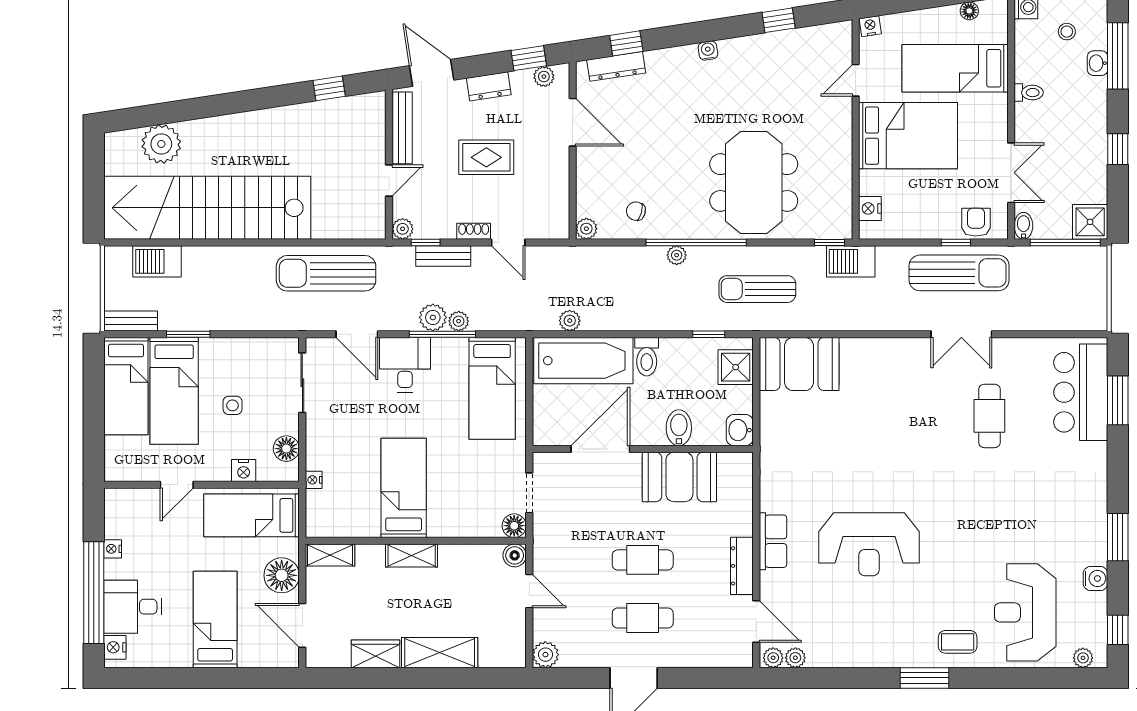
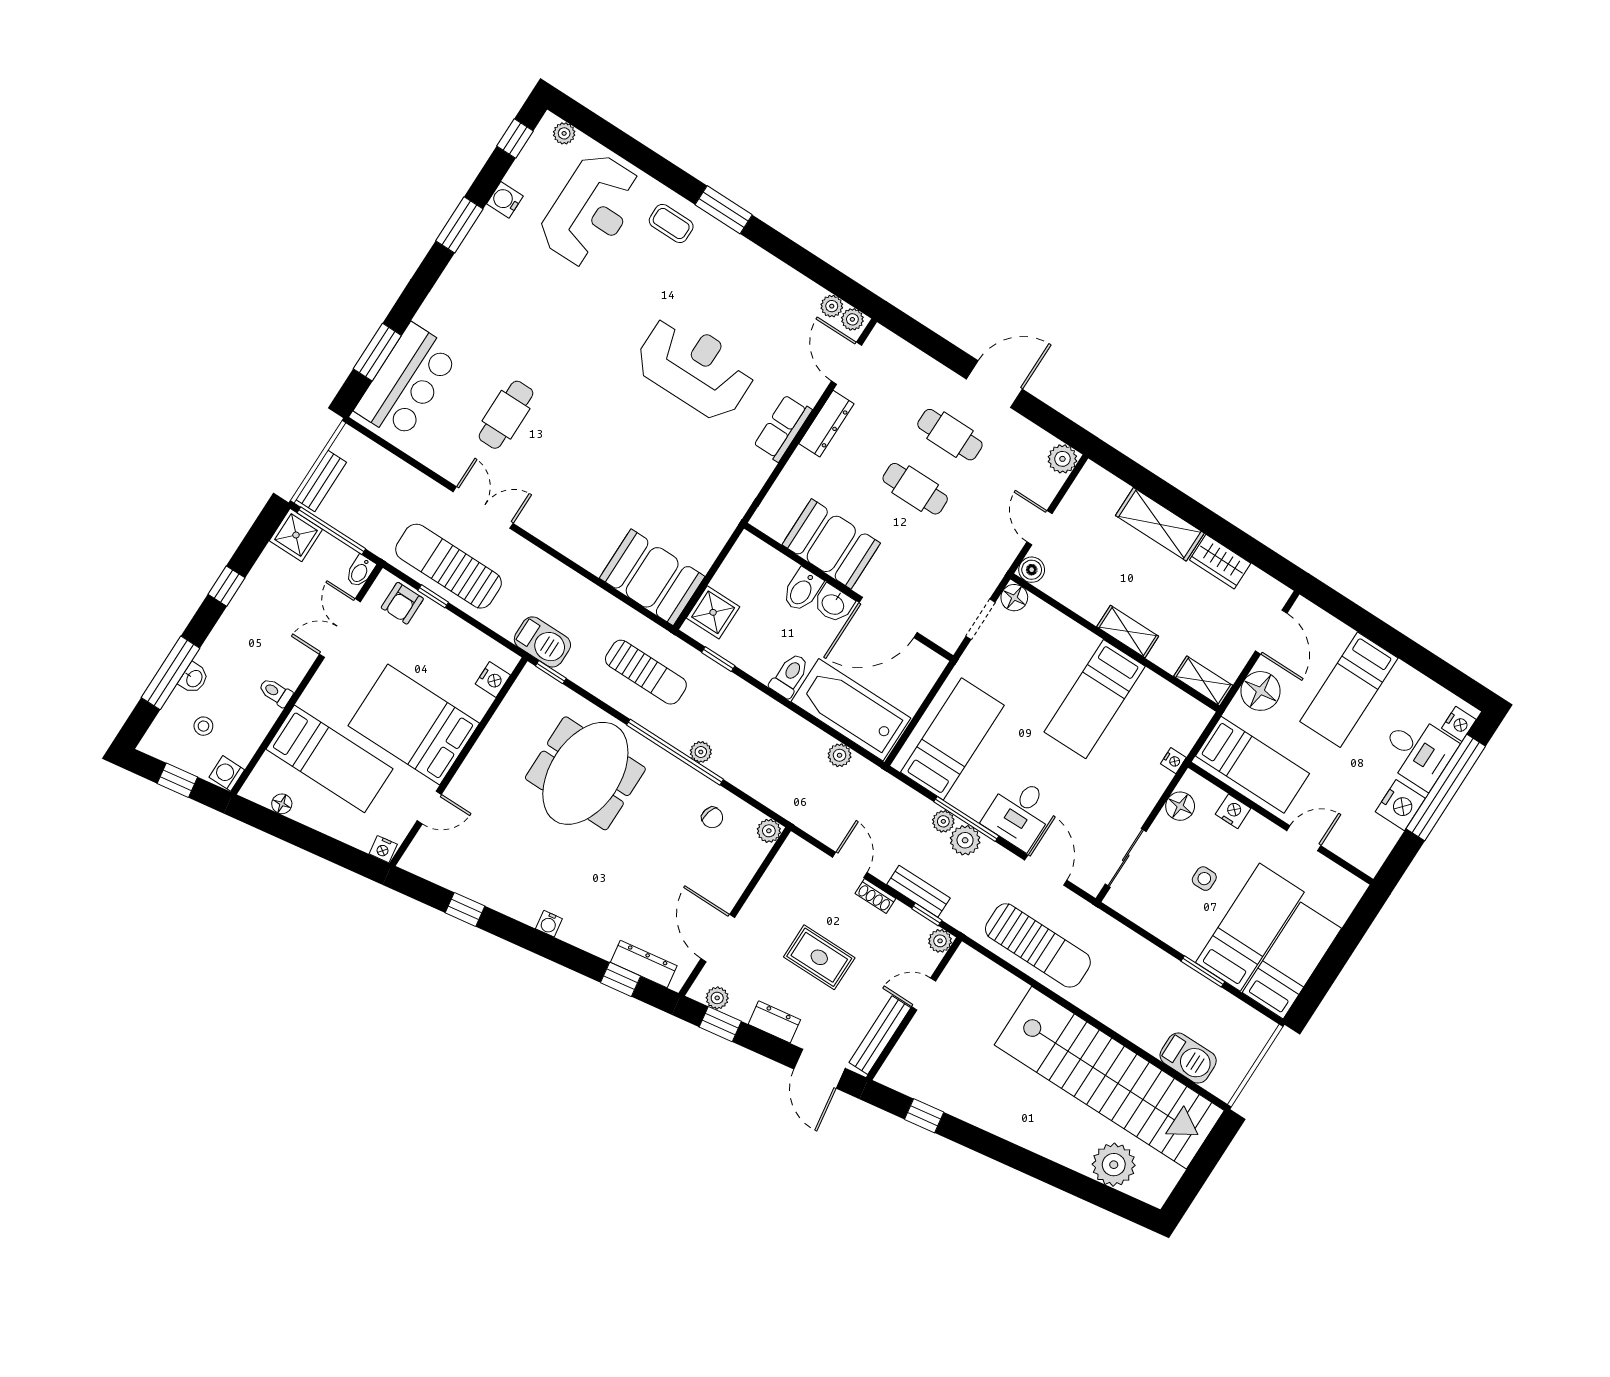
bench: (131, 321) -> (321, 481), moved, turned 90
washbasin: (740, 430) -> (833, 604), moved, turned 90
nightstand: (113, 549) -> (1400, 805), width x1.89, depth x1.79

